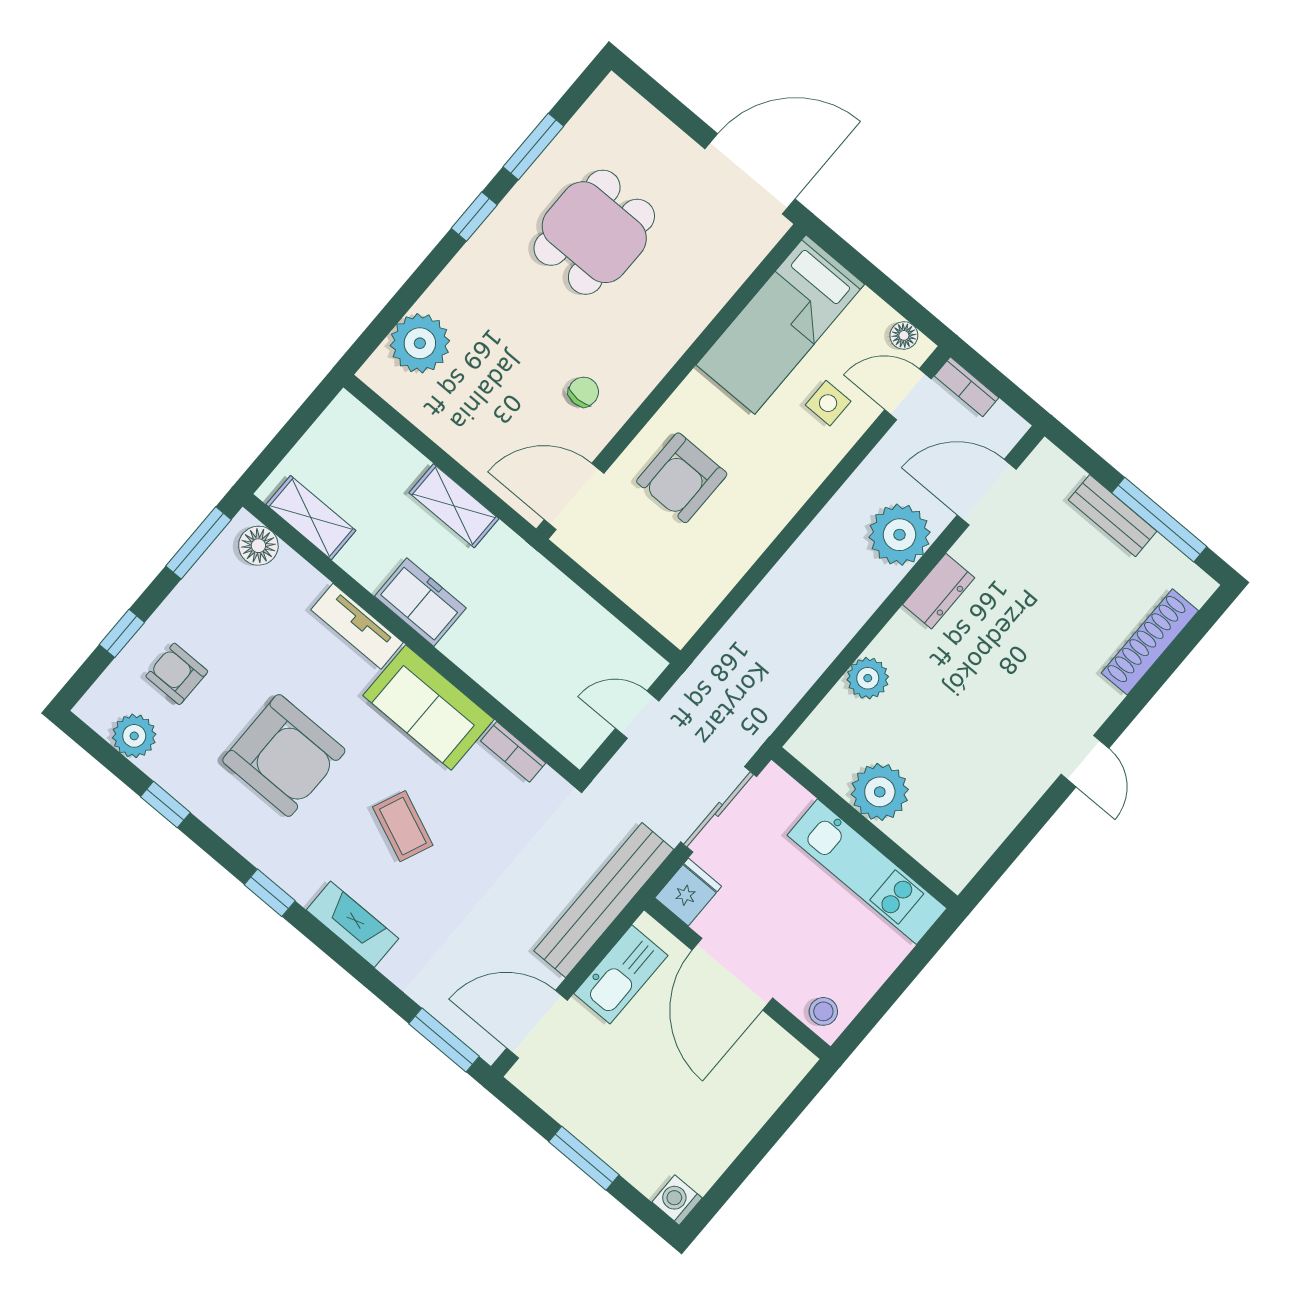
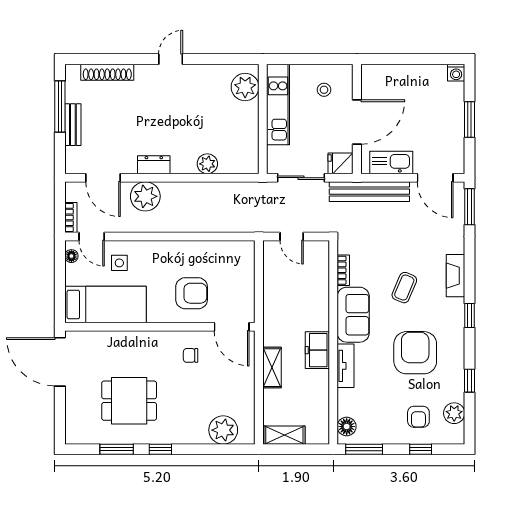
shelving: (311, 518) -> (284, 435), moved, turned 90
plant: (880, 792) -> (245, 87), moved
stool: (823, 1011) -> (324, 90), moved

